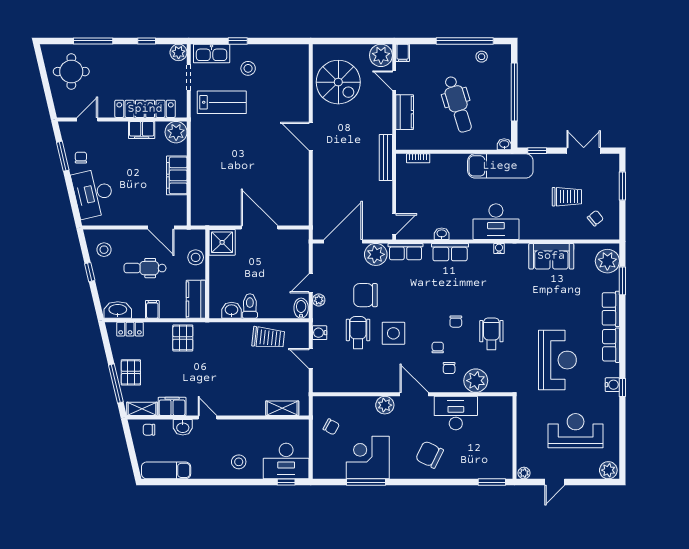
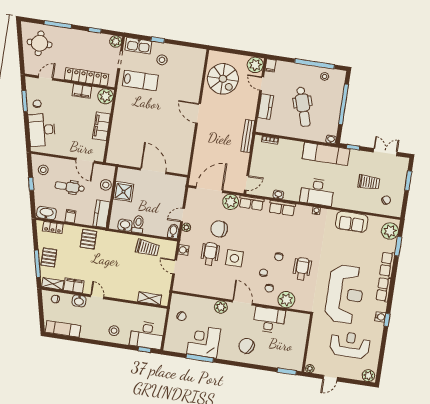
shower: (222, 242) -> (123, 192), moved
reception desk: (557, 360) -> (345, 294), width x1.36, depth x1.30

